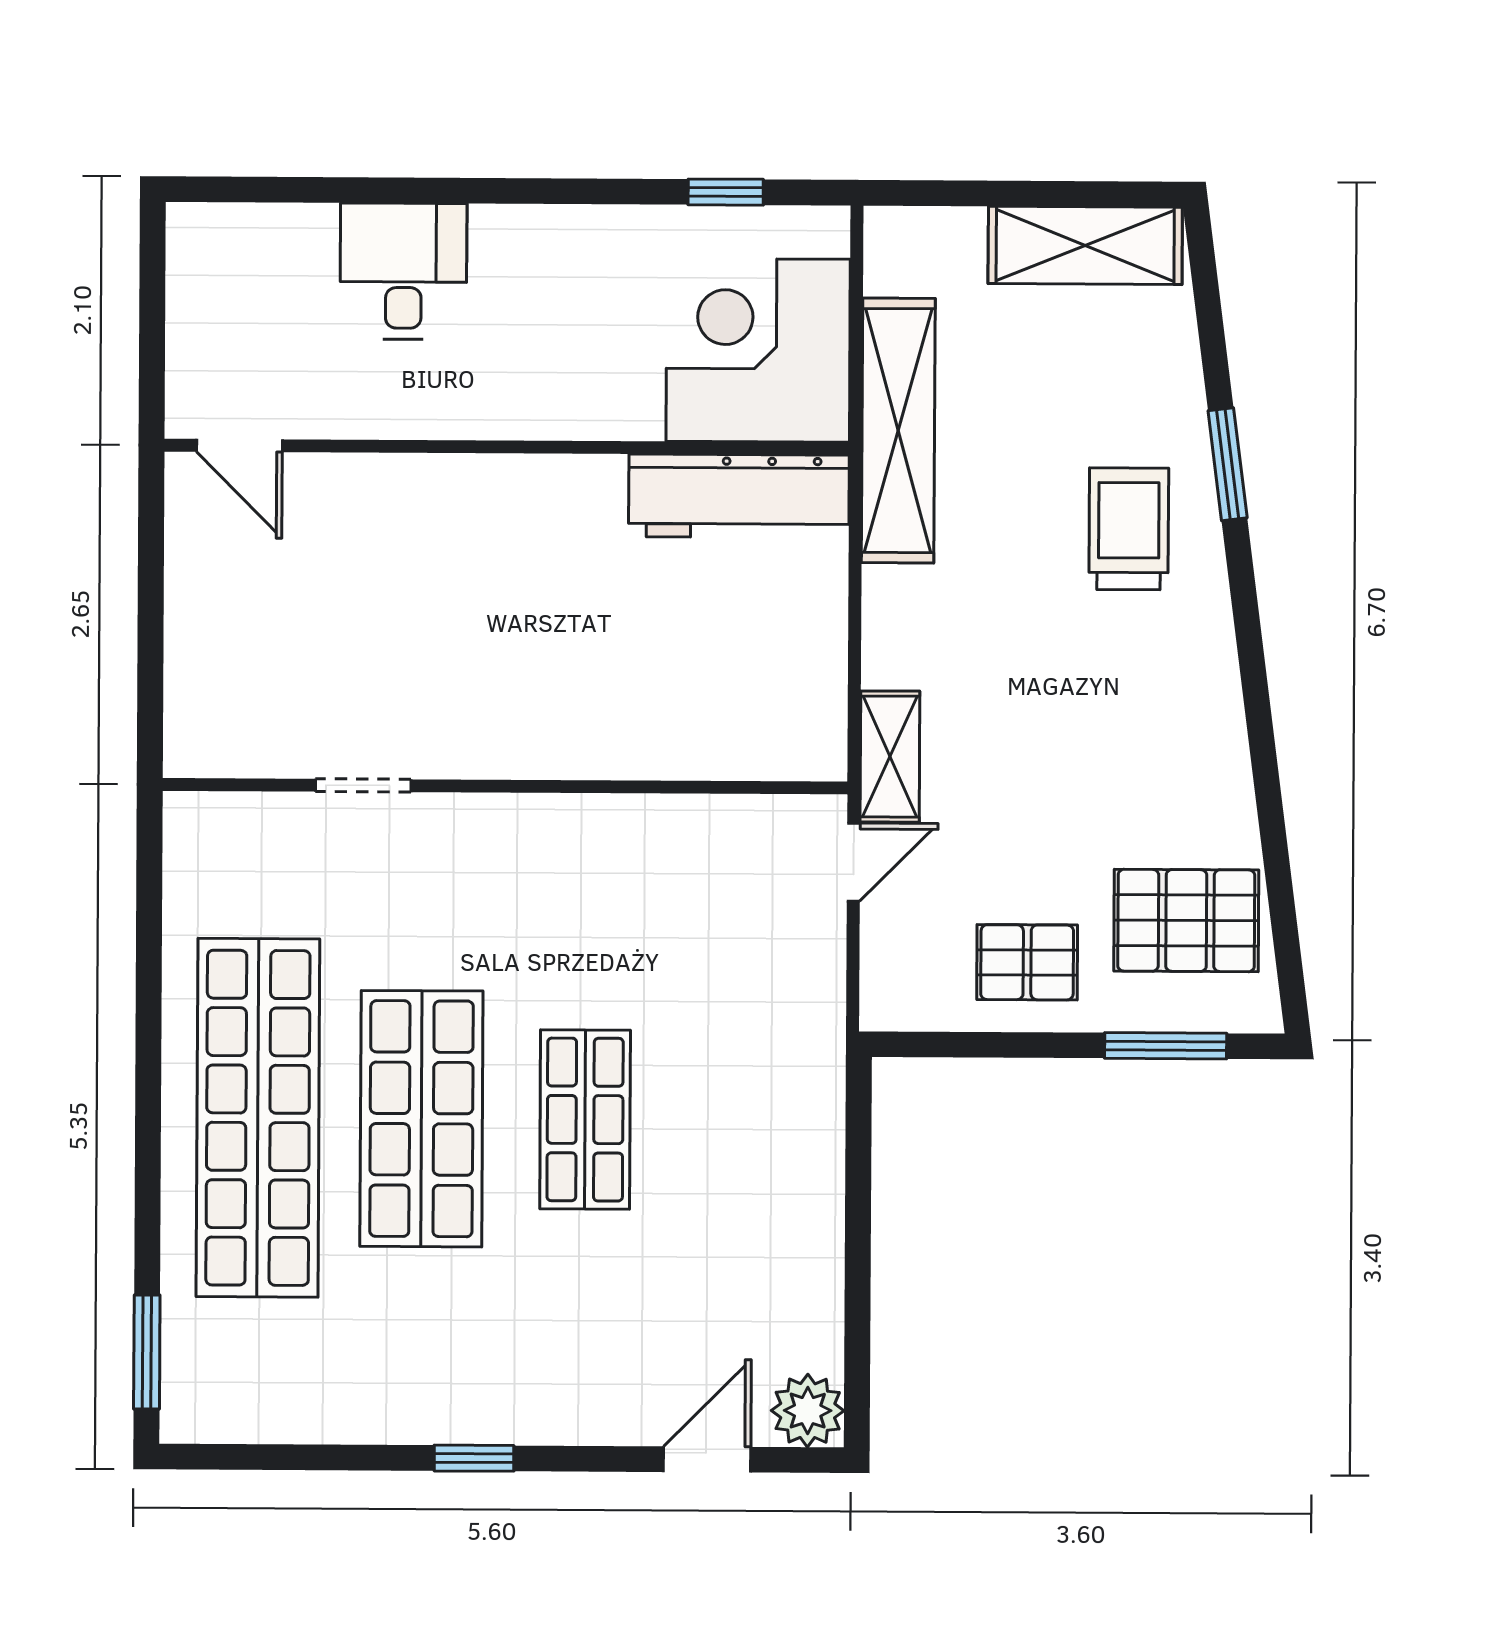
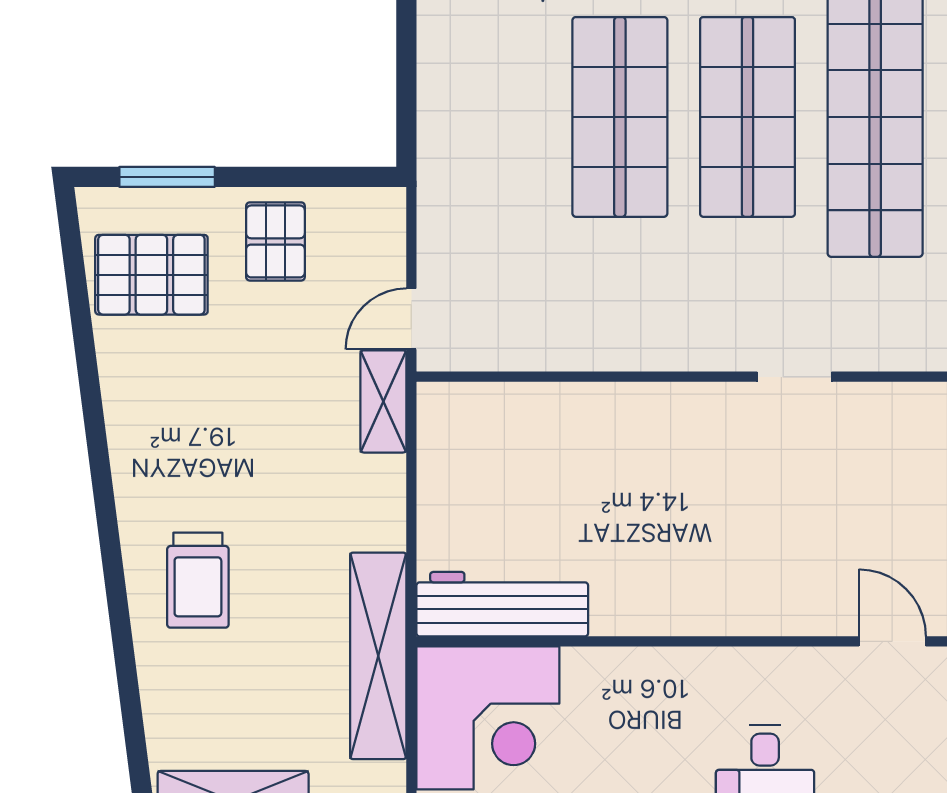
window: (1228, 464) -> (121, 631), removed
pallet: (1027, 962) -> (275, 241), turned 90
shop shelf: (585, 1120) -> (620, 117), width x1.43, depth x1.36

